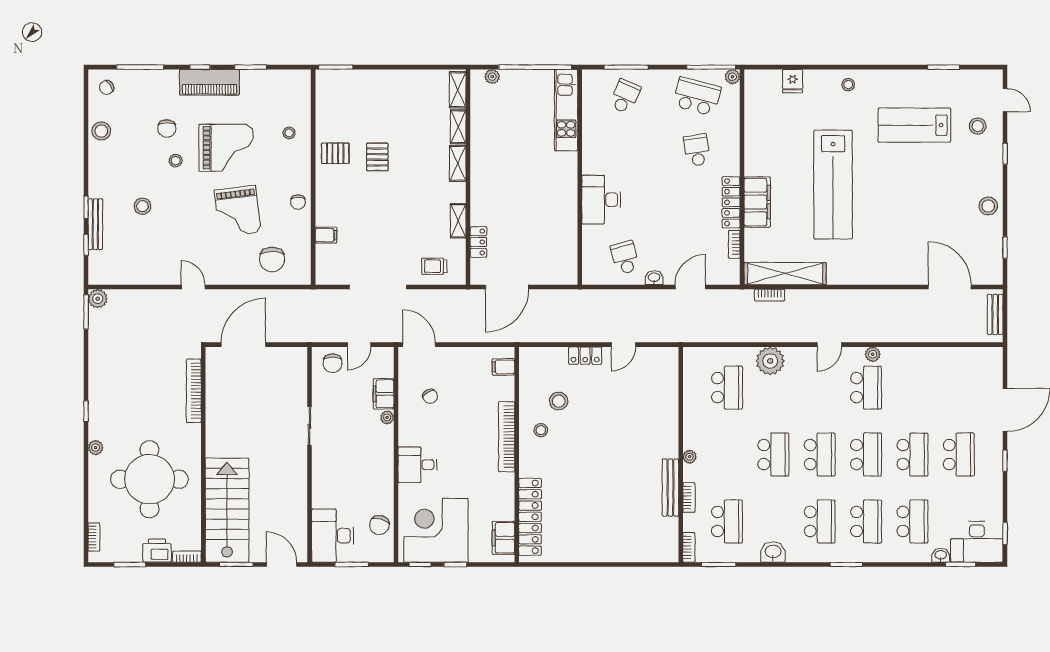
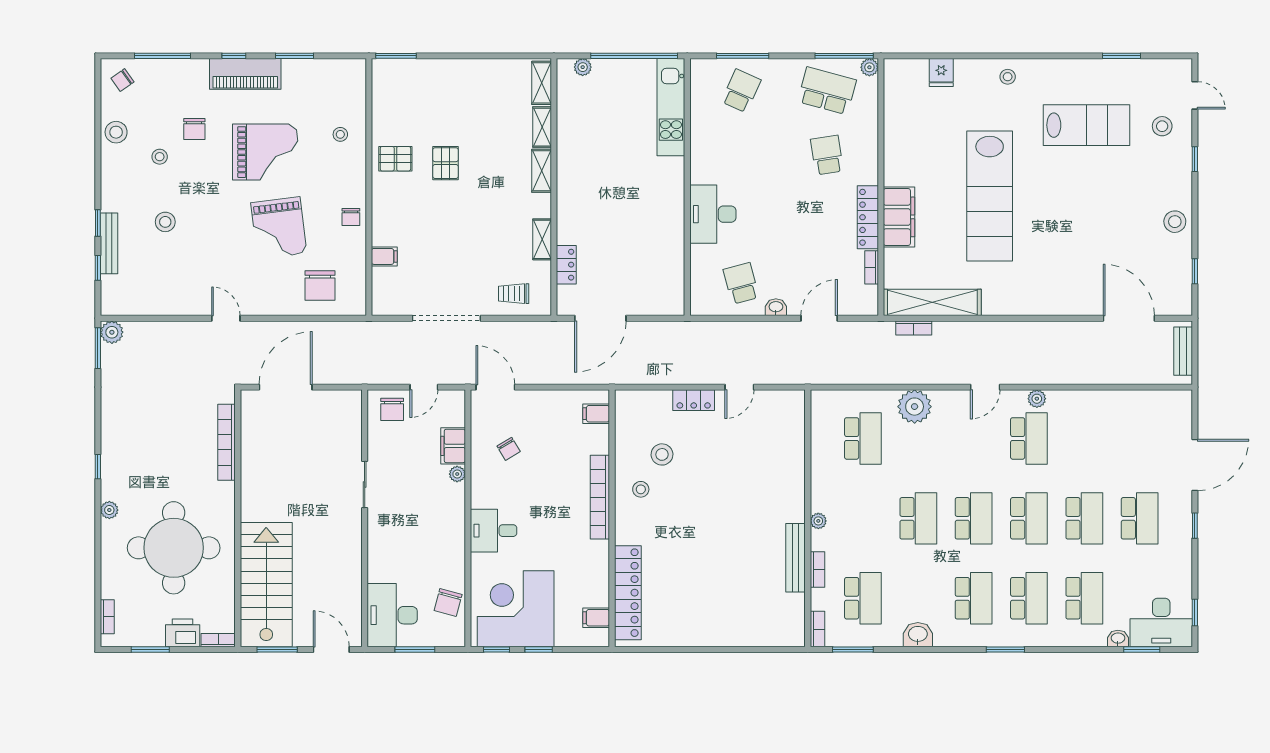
lab bench: (914, 125) -> (1087, 125), turned 180
stool: (176, 161) -> (160, 157), moved
filing cabinet: (503, 538) -> (596, 618), width x0.50

